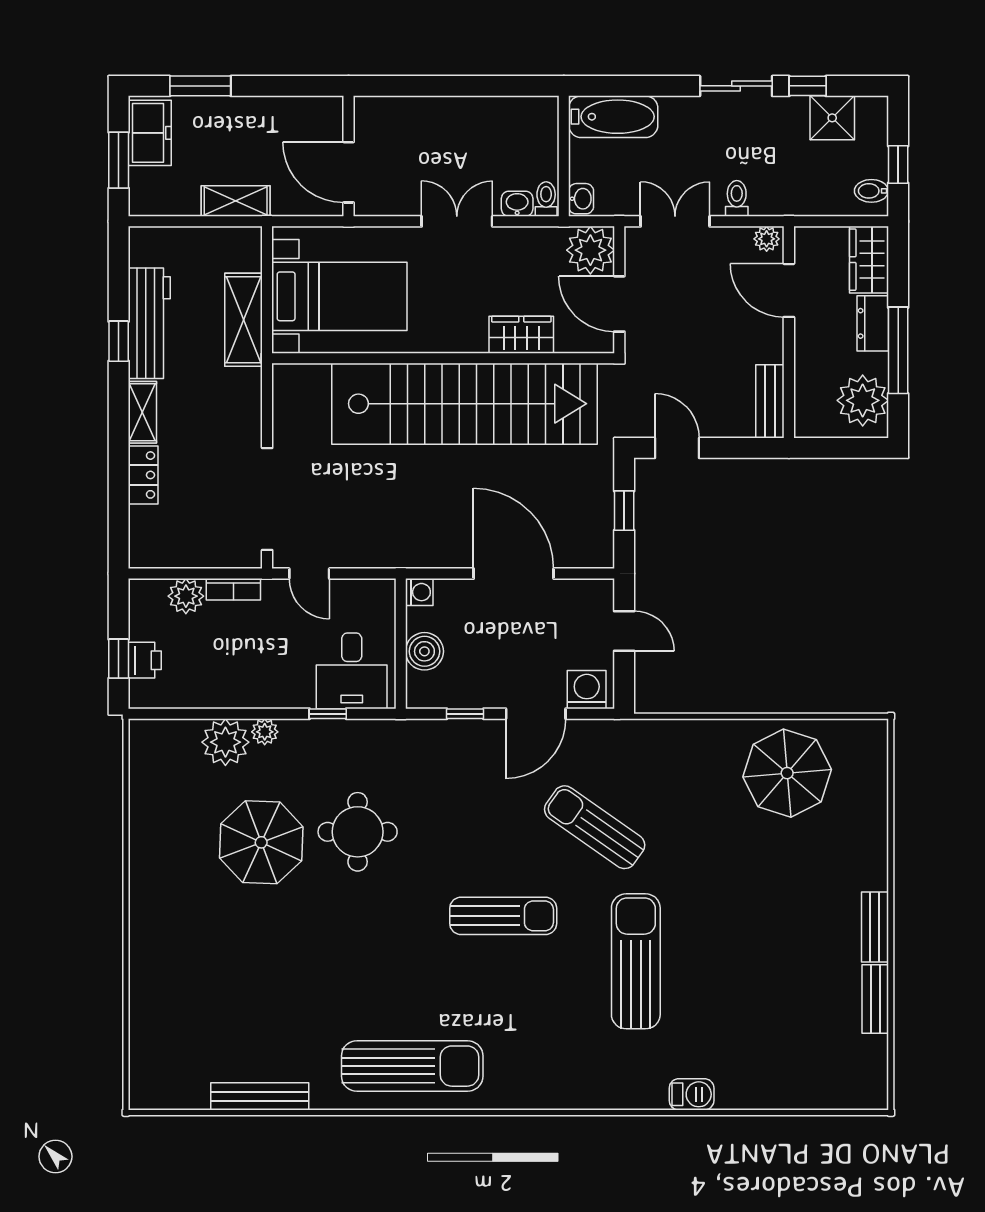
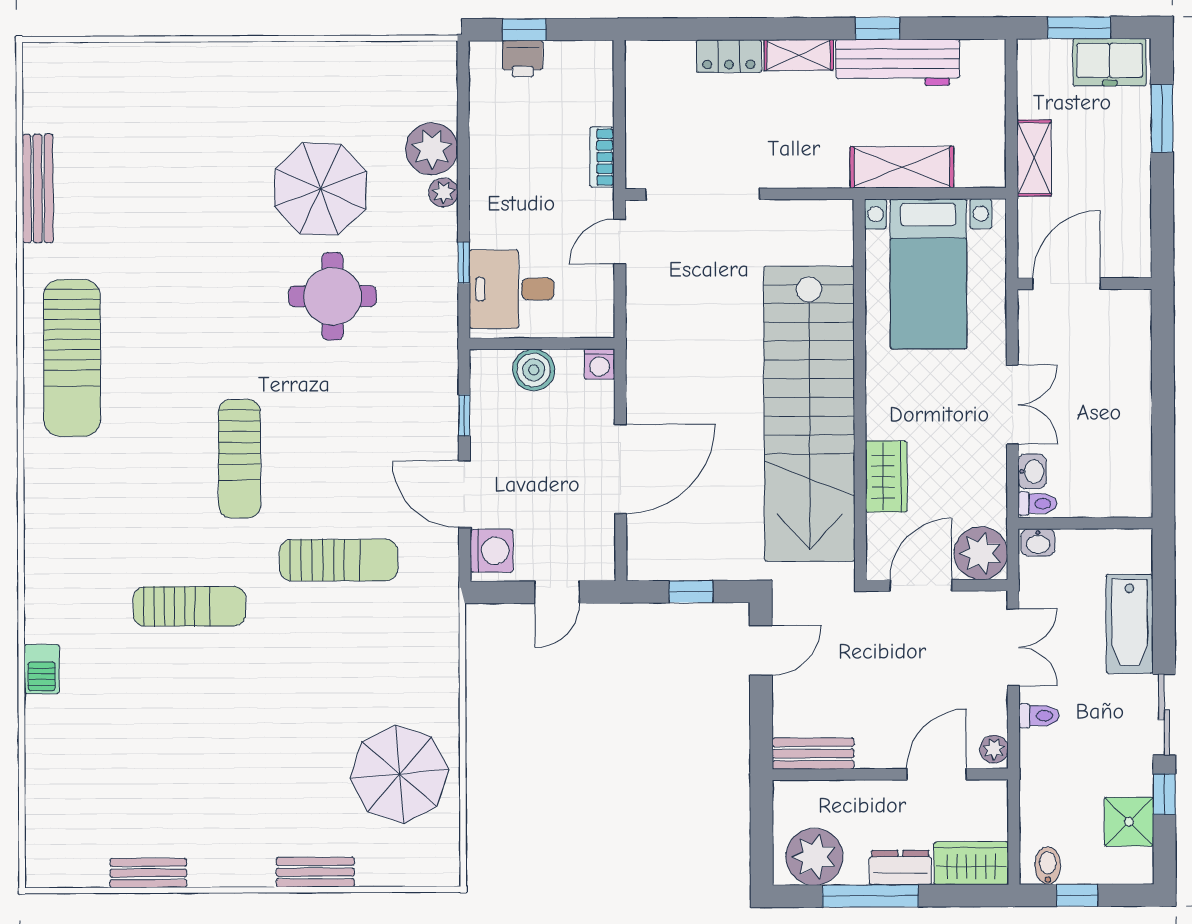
bathtub: (613, 117) -> (1130, 624), moved
plant: (186, 596) -> (594, 104), removed
sun lounger: (595, 827) -> (339, 560), turned 55
bench: (875, 927) -> (315, 872), moved
sun lounger: (636, 961) -> (189, 606), width x0.73, depth x0.75

